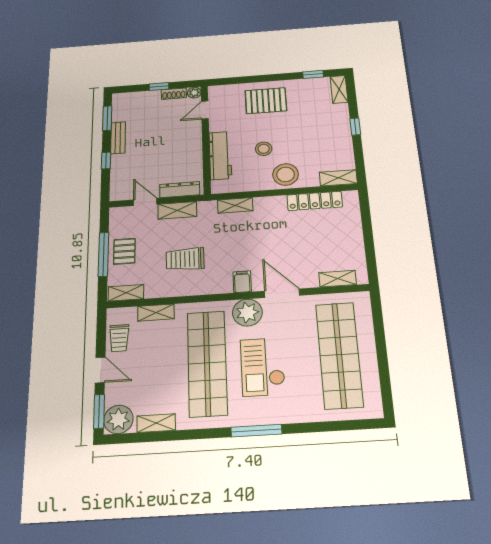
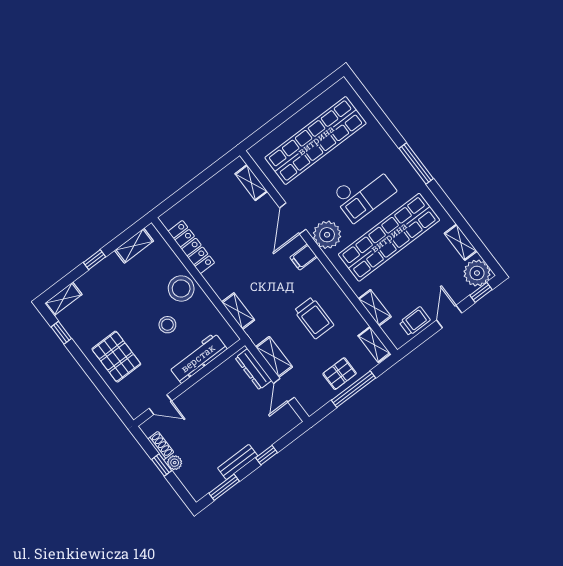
plant: (194, 93) -> (175, 463), moved
shelving: (338, 178) -> (134, 246), moved, turned 90
window: (99, 411) -> (481, 292), width x0.67

